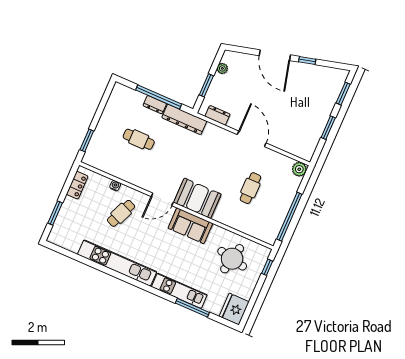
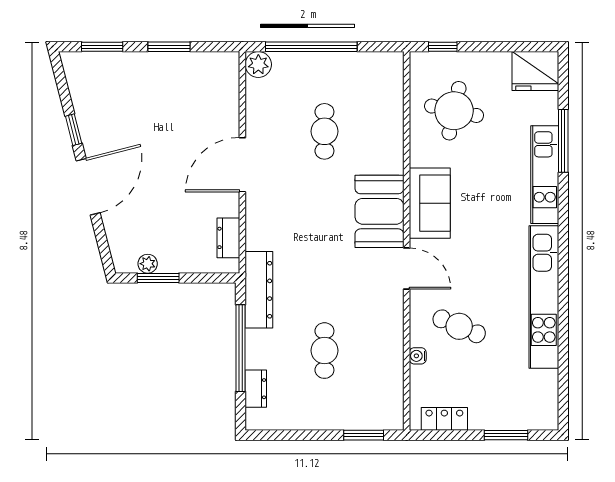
window: (206, 85) -> (158, 278), moved
dresser: (155, 105) -> (256, 389), moved
cafe table: (250, 188) -> (324, 131), turned 90
window: (289, 217) -> (311, 47), moved

